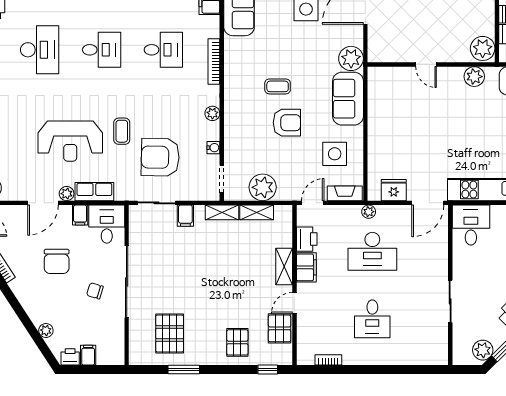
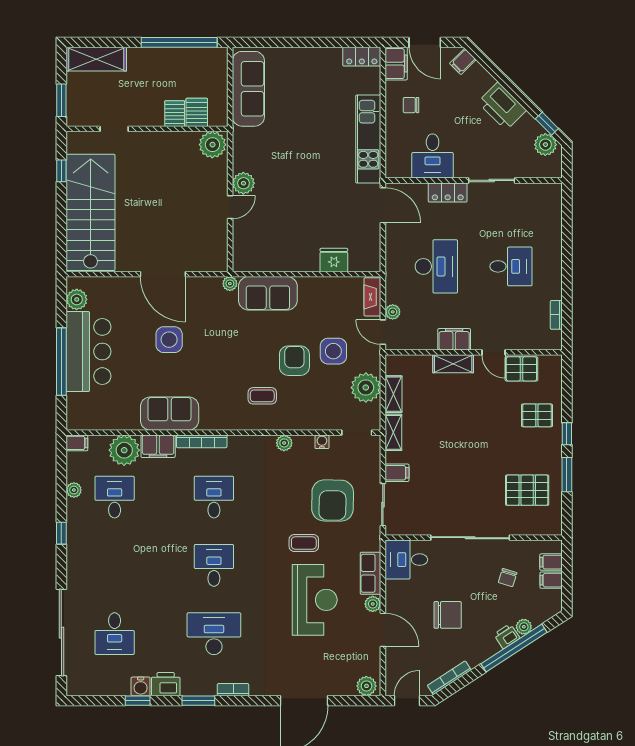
plant: (351, 58) -> (230, 284), width x0.53, depth x0.53
bookcase: (214, 62) -> (202, 441), moved
plant: (474, 77) -> (243, 183), moved
coffee table: (278, 86) -> (262, 396), moved, turned 90
side table: (335, 154) -> (333, 351), moved
fridge: (394, 190) -> (334, 260), moved, turned 90
plant: (369, 212) -> (393, 312), moved
filing cabinet: (80, 215) -> (551, 562), moved, turned 180
desk: (471, 225) -> (433, 156), moved, turned -90
printer: (307, 239) -> (423, 339), removed
locker: (439, 262) -> (448, 192), added
chair: (95, 291) -> (508, 578), moved
window: (27, 322) -> (514, 648), added
printer: (70, 357) -> (507, 636), moved, turned 57
window: (268, 370) -> (567, 434), moved

